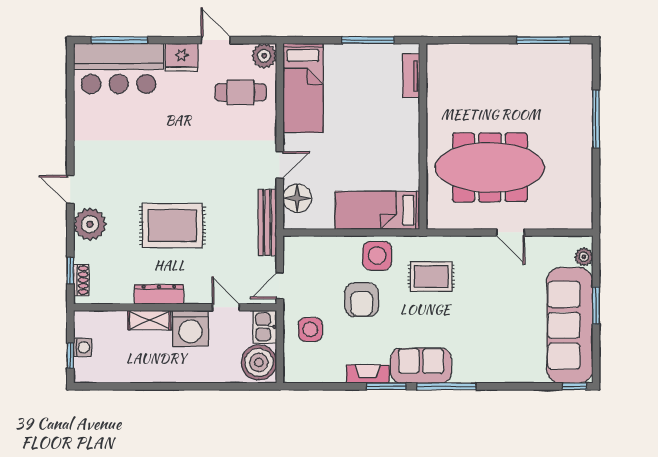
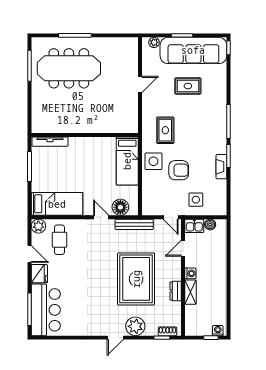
door: (216, 40) -> (30, 254), swing flipped
tv unit: (411, 76) -> (50, 142), width x1.41
meeting table: (490, 167) -> (69, 68), moved, turned 90
rug: (172, 225) -> (136, 279), width x1.37, depth x1.44
dresser: (159, 294) -> (176, 291), width x0.70
rug: (508, 316) -> (188, 86), added
washing machine: (190, 328) -> (190, 273), width x0.53, depth x0.53
washing machine: (82, 347) -> (218, 331), moved
boiler: (259, 362) -> (210, 224), width x0.54, depth x0.54
sofa: (421, 366) -> (217, 136), removed

